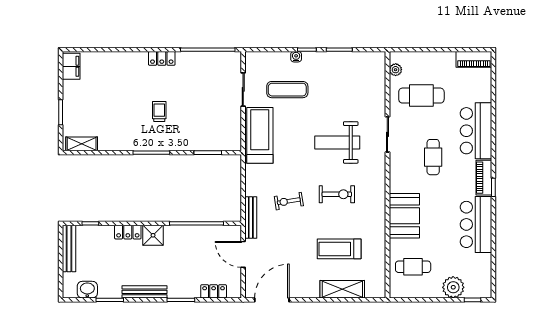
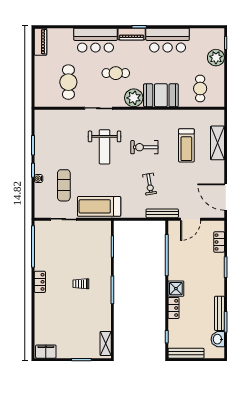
plant: (396, 70) -> (134, 98), moved, width x1.87, depth x1.87
exercise bike: (337, 194) -> (144, 147), turned -90
bench: (144, 292) -> (219, 313), moved

